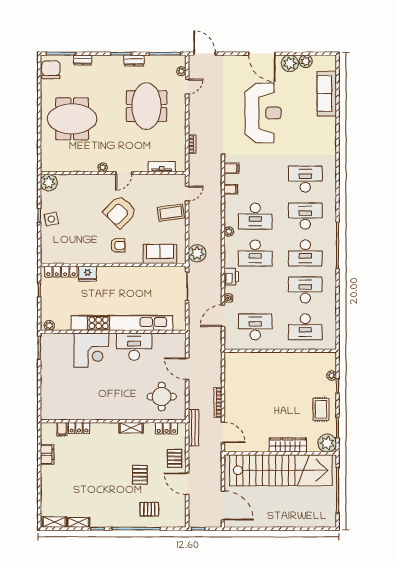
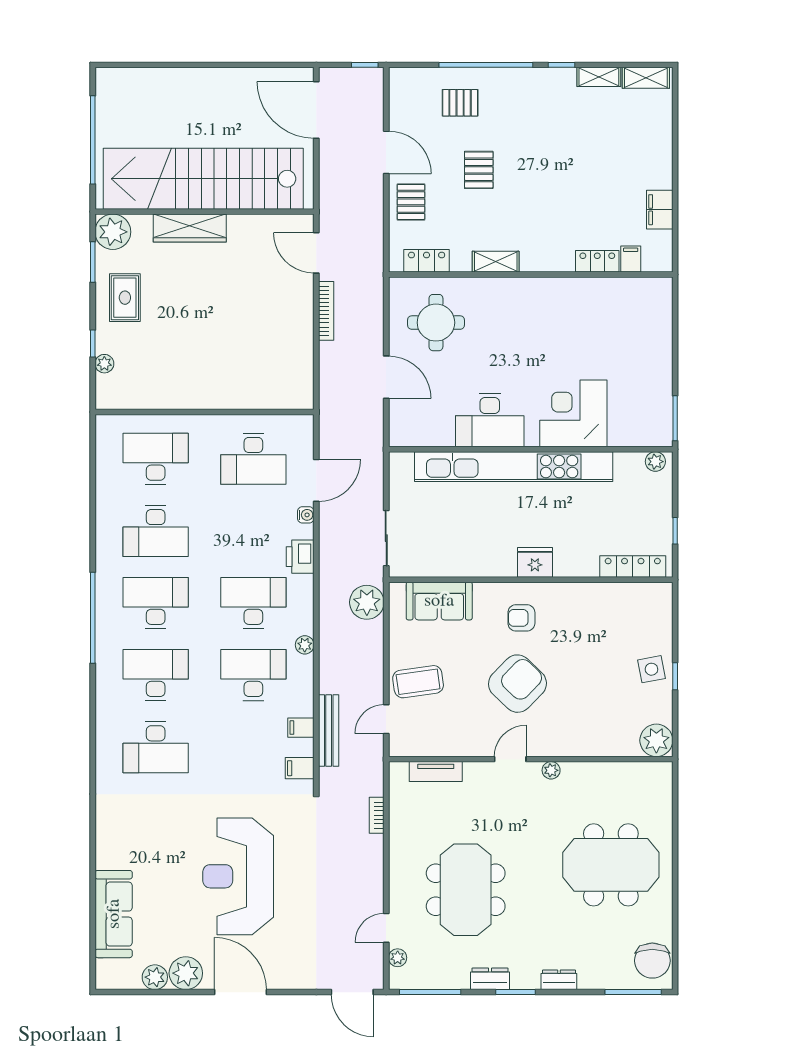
dresser: (83, 60) -> (559, 980), moved
desk: (305, 216) -> (156, 675), turned 180
fridge: (88, 274) -> (535, 562), moved
bench: (194, 428) -> (329, 731), moved

